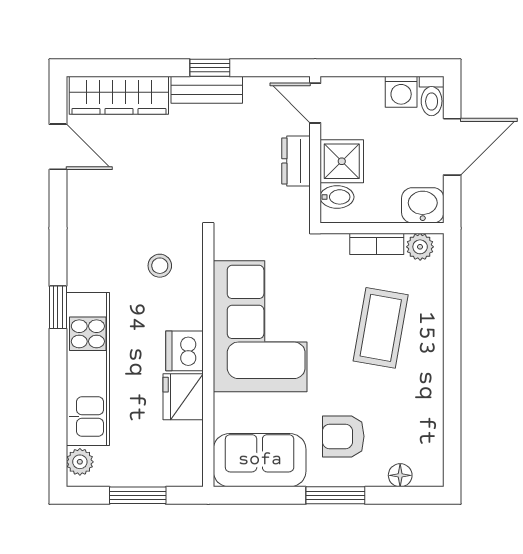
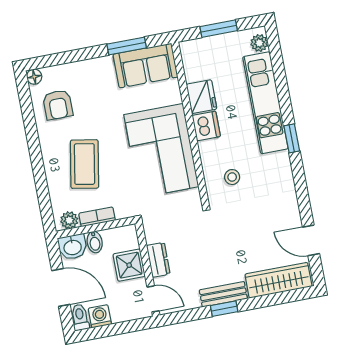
door: (452, 147) -> (61, 288), swing flipped
bidet: (337, 197) -> (95, 242), moved, turned -90
armchair: (343, 436) -> (58, 105), moved, turned 90
floor lamp: (400, 475) -> (34, 77), moved
window: (335, 495) -> (127, 46), moved

